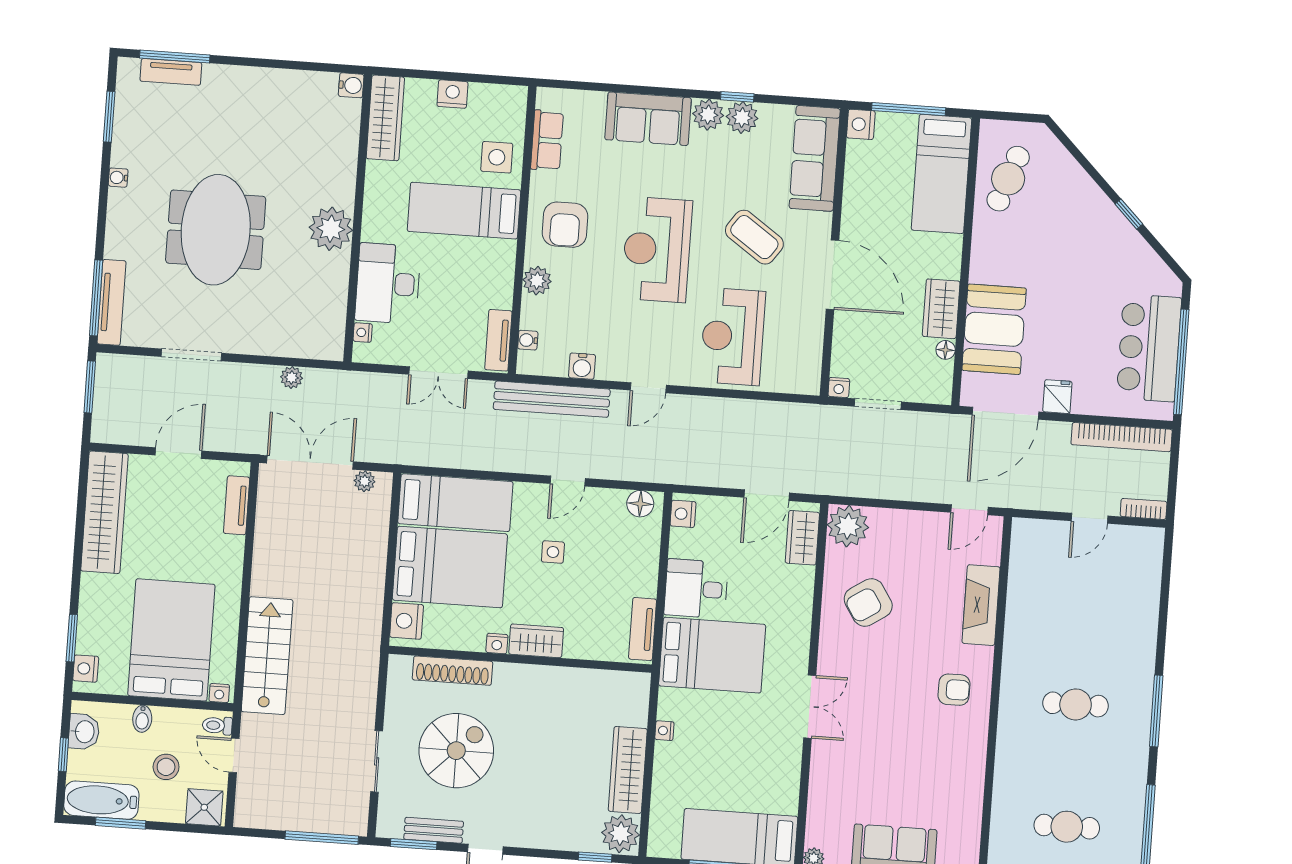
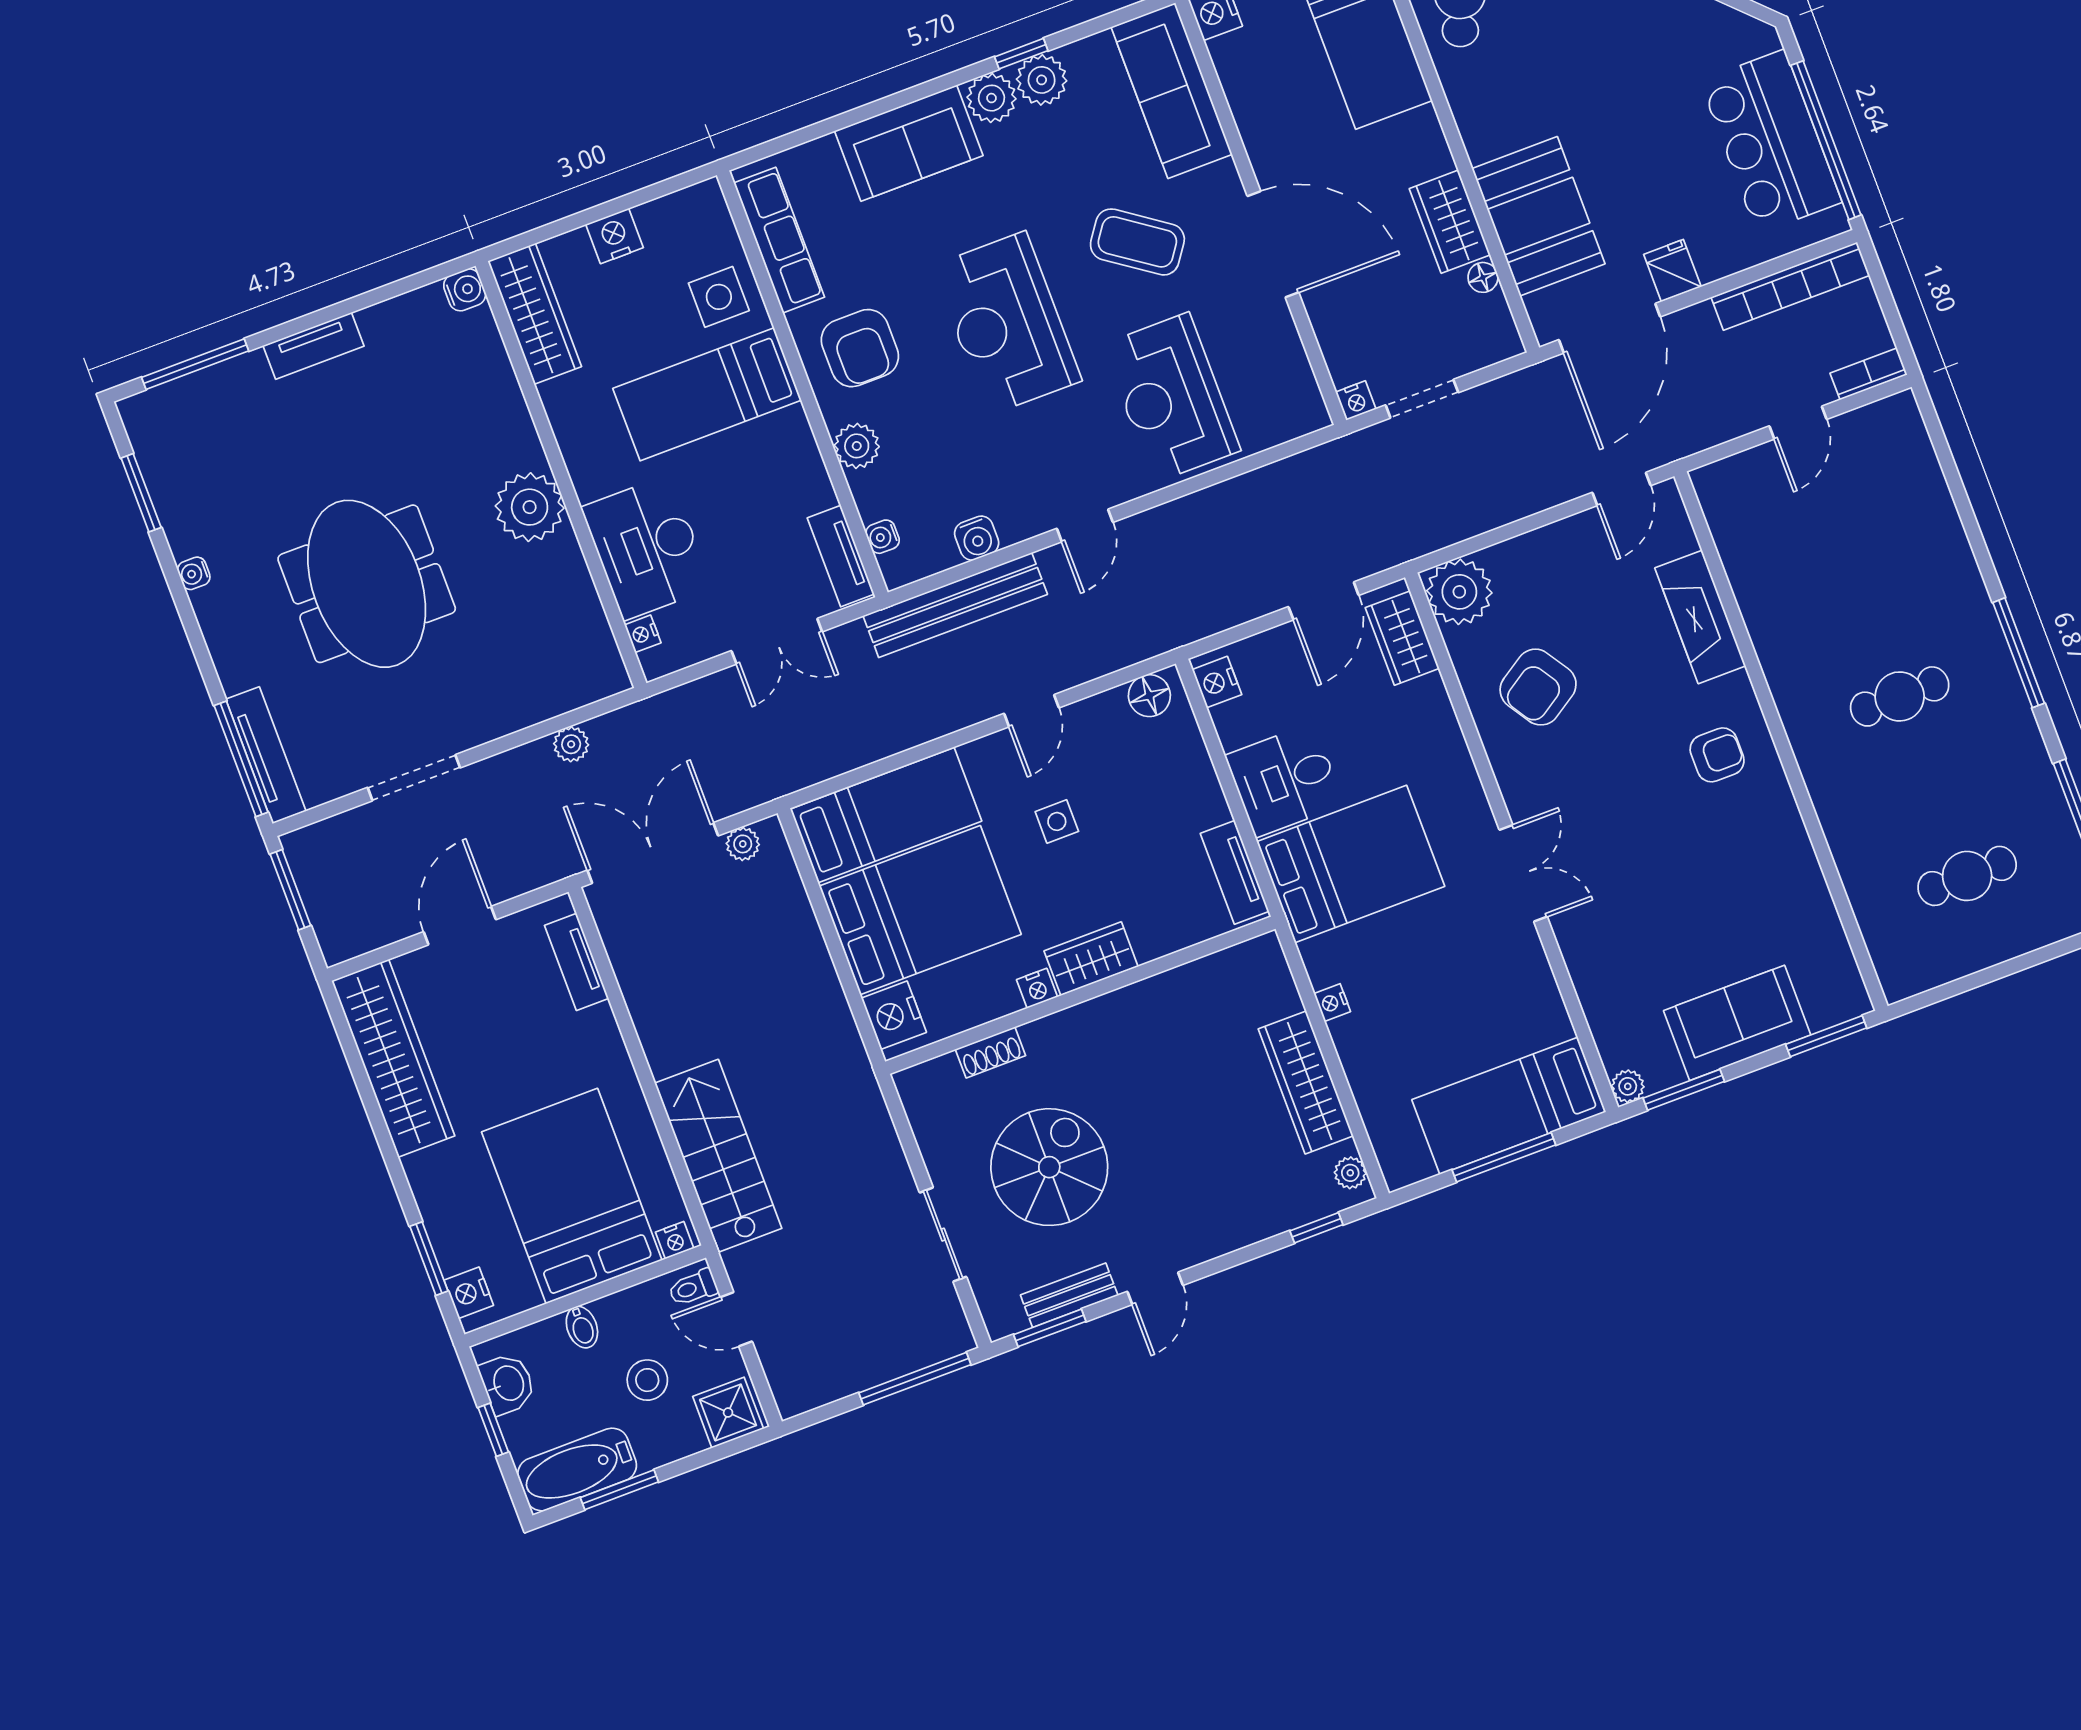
tv unit: (171, 72) -> (314, 346), moved
row of seats: (547, 140) -> (779, 240), width x1.48
shoe rack: (453, 671) -> (990, 1052), width x0.51, depth x0.81
plant: (620, 834) -> (1350, 1173), width x0.53, depth x0.53

